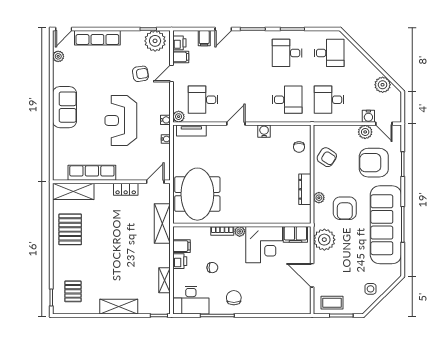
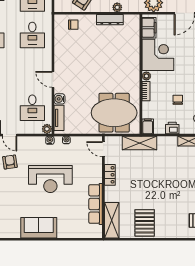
desk: (287, 100) -> (32, 35), turned 180
water cooler: (264, 131) -> (60, 99), moved
pallet: (70, 229) -> (145, 223), turned 90
filing cabinet: (182, 246) -> (148, 126), moved

